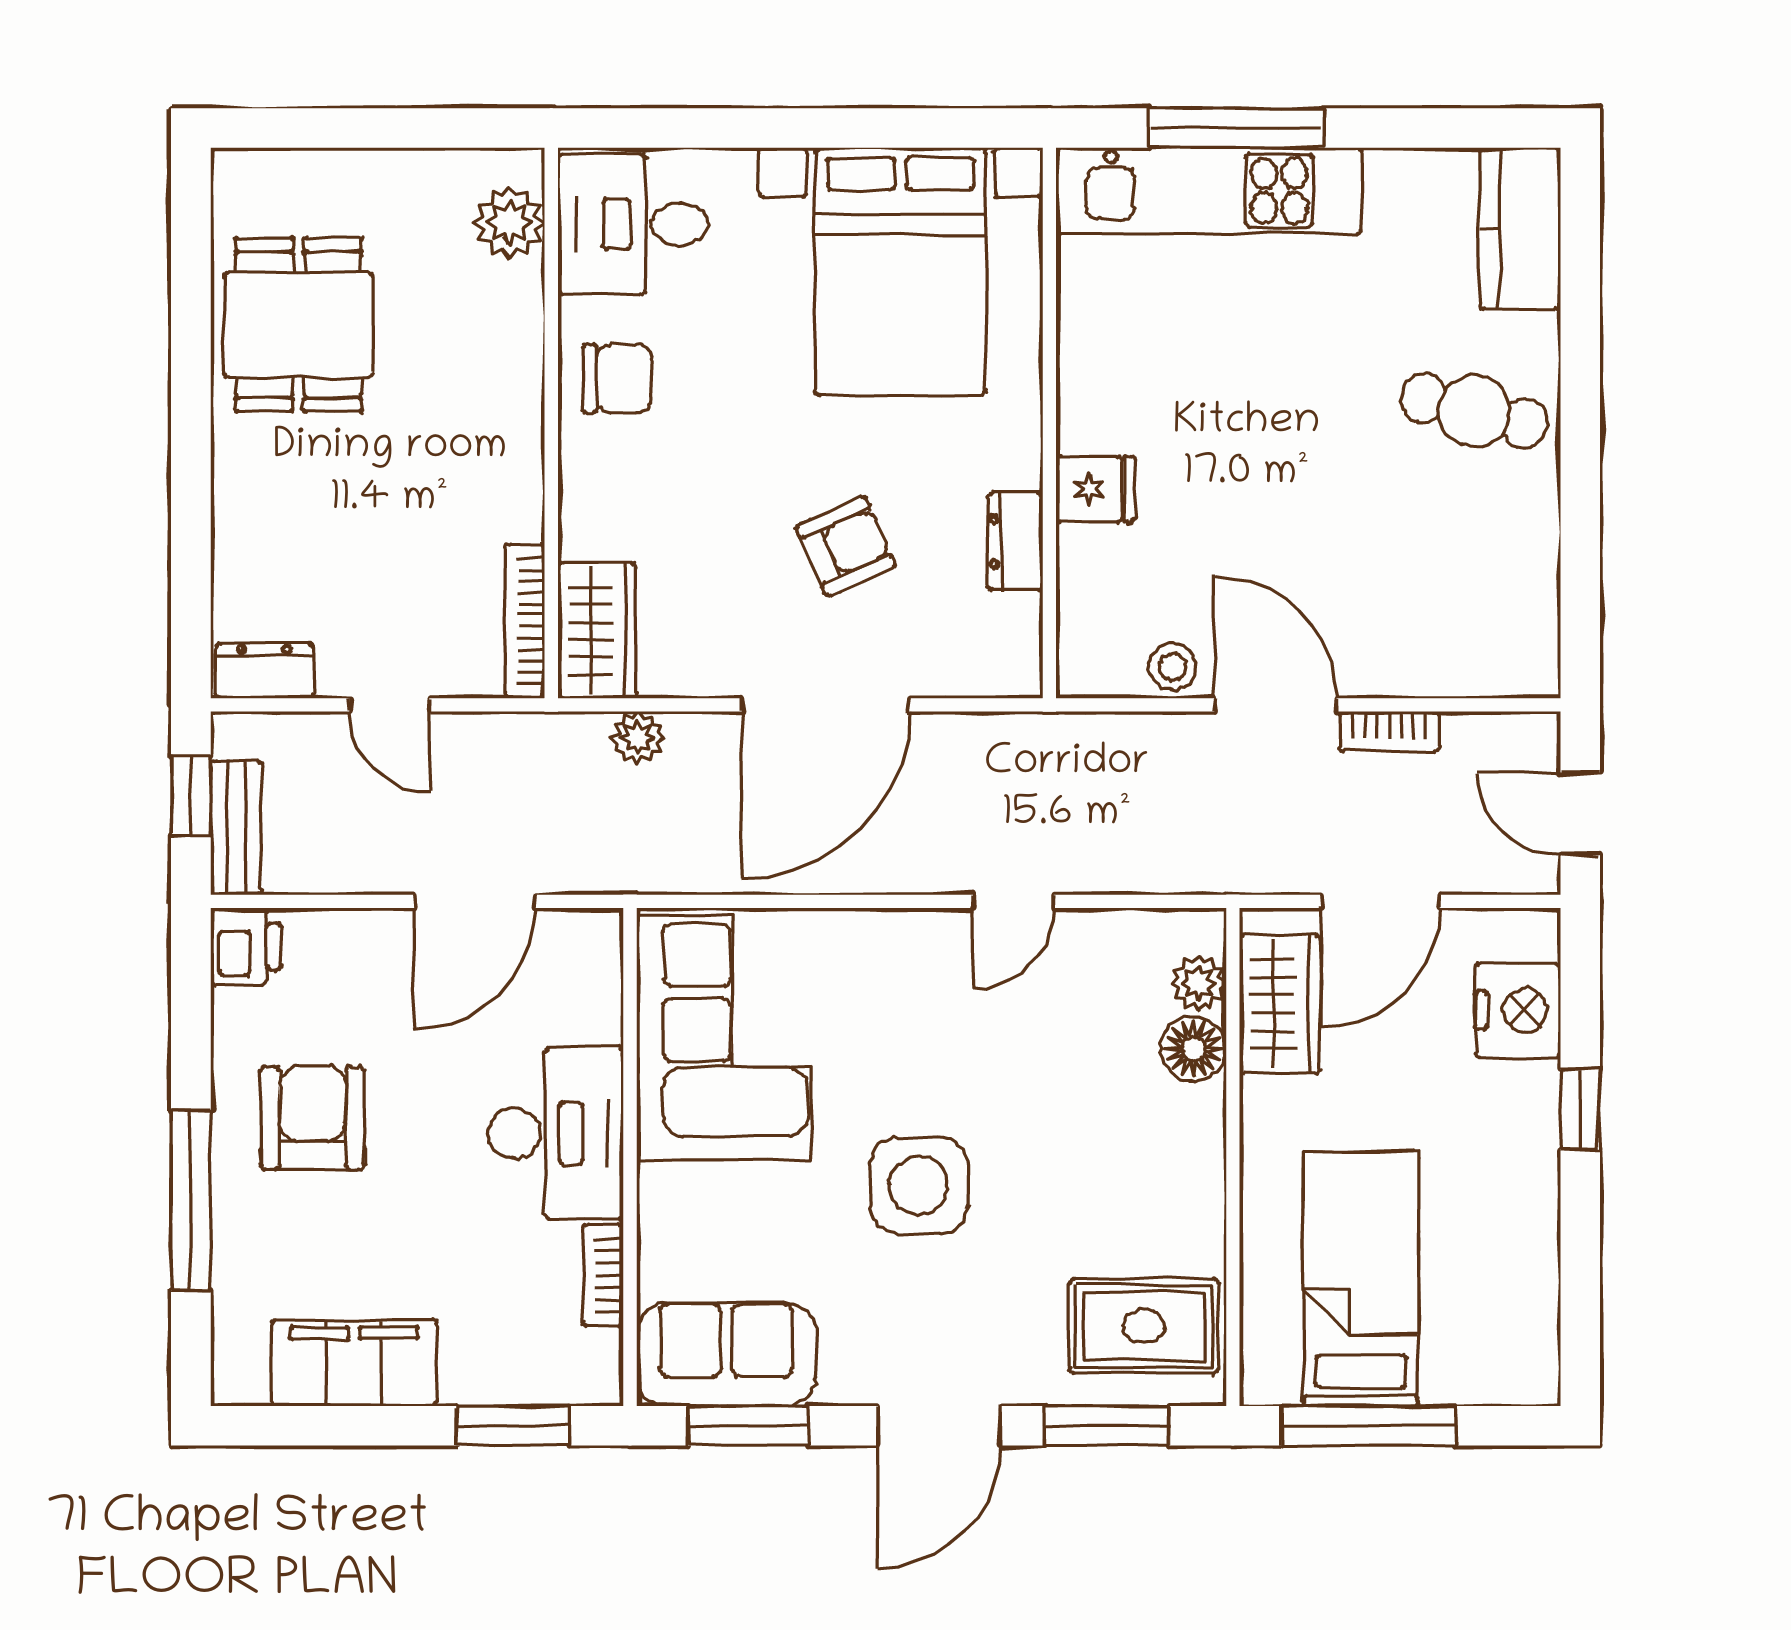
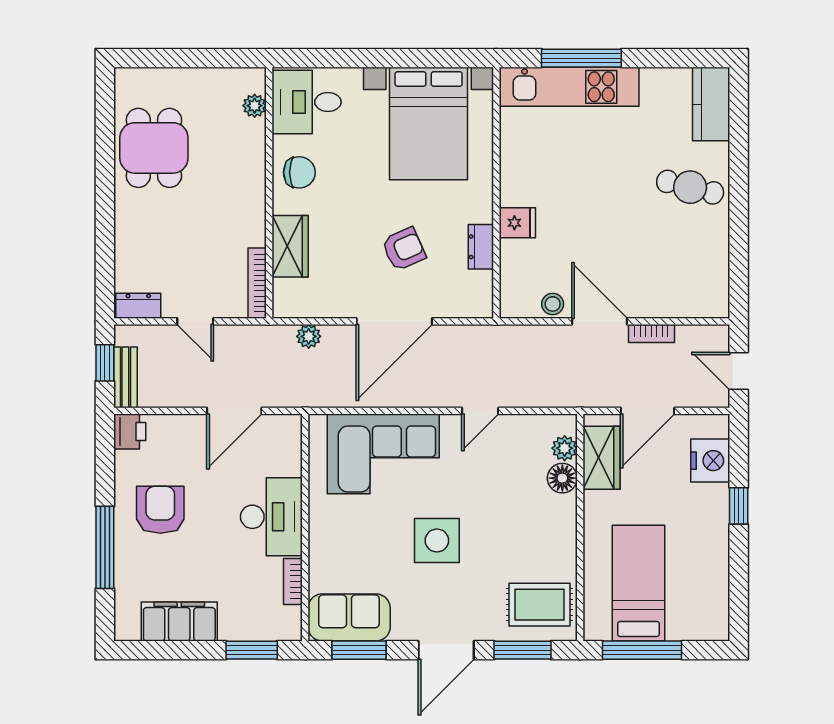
plant: (509, 223) -> (255, 106), width x0.73, depth x0.73
wardrobe: (597, 631) -> (290, 246), moved
corner sofa: (724, 1038) -> (383, 454), moved, turned 90

